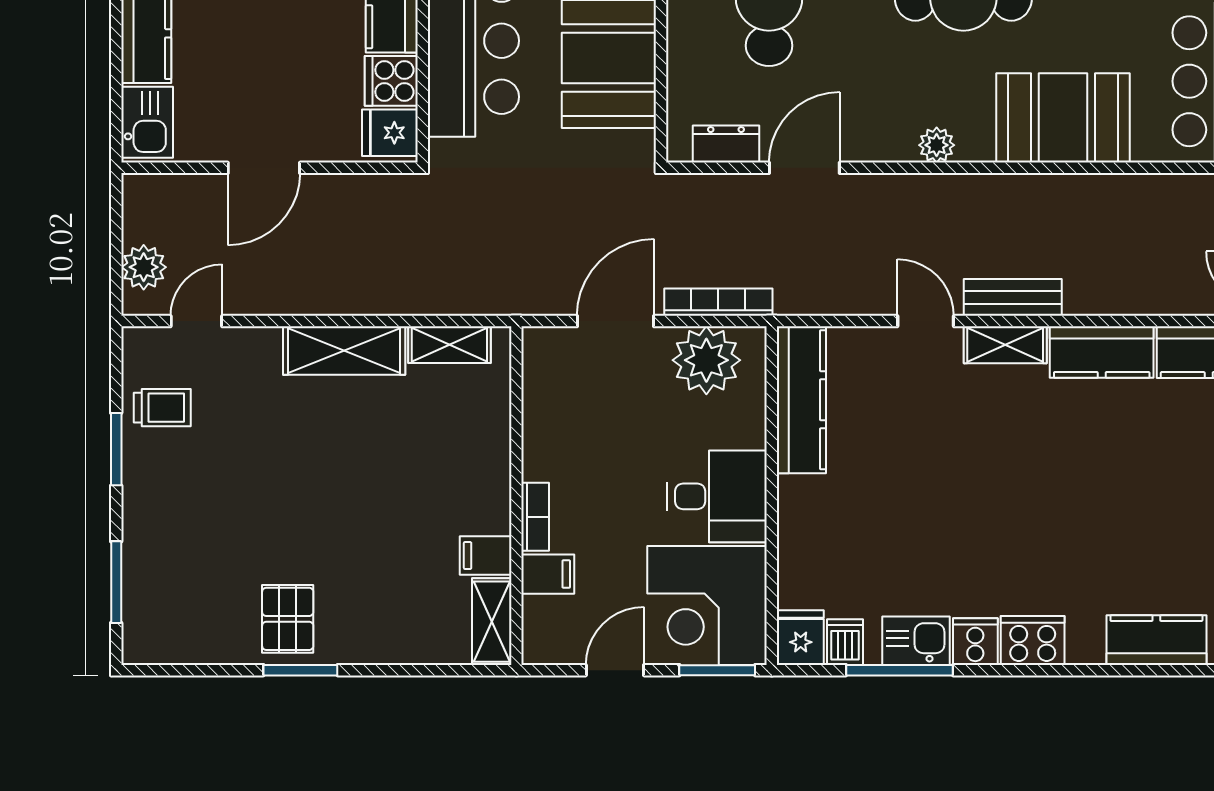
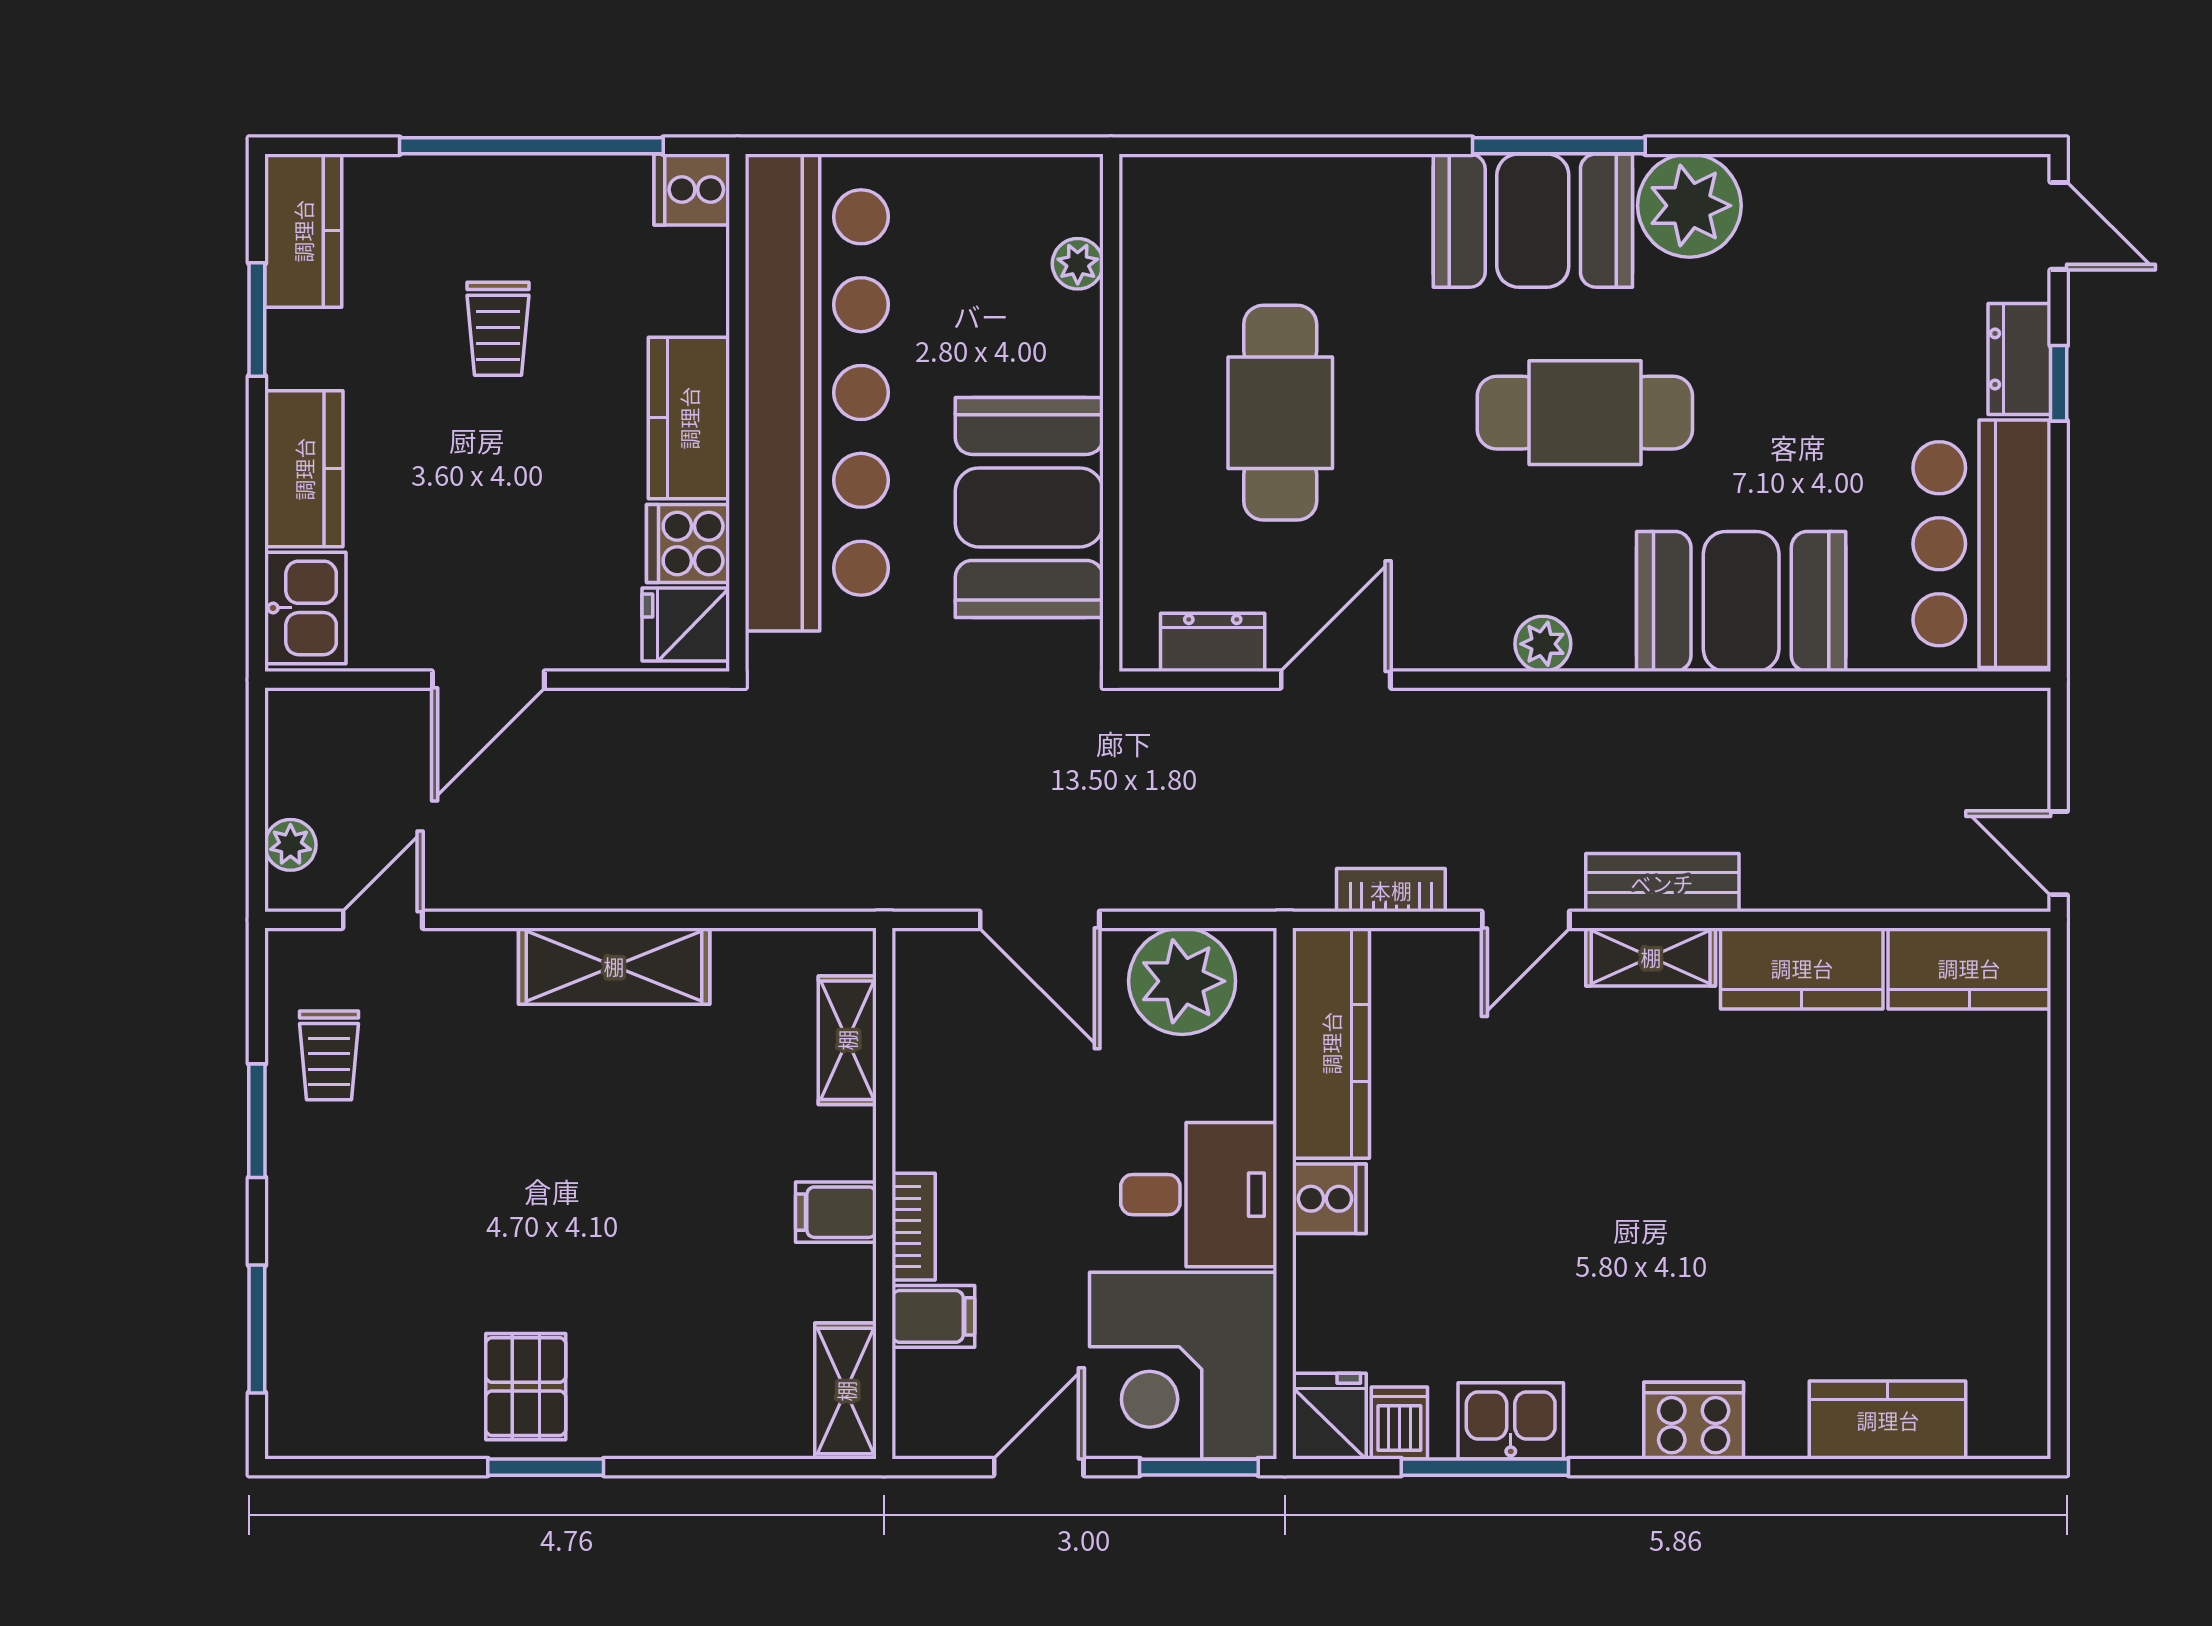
plant: (144, 267) -> (290, 845), width x0.73, depth x0.73
bookcase: (718, 302) -> (1391, 890), moved, width x0.64
door: (616, 321) -> (1040, 920), swing flipped
door: (926, 321) -> (1526, 920), swing flipped
shelving: (449, 345) -> (847, 1040), moved, turned 90
trolley: (162, 408) -> (329, 1055), turned 90
filing cabinet: (486, 555) -> (836, 1212), moved
cooker: (975, 642) -> (1329, 1199), moved, turned 90

